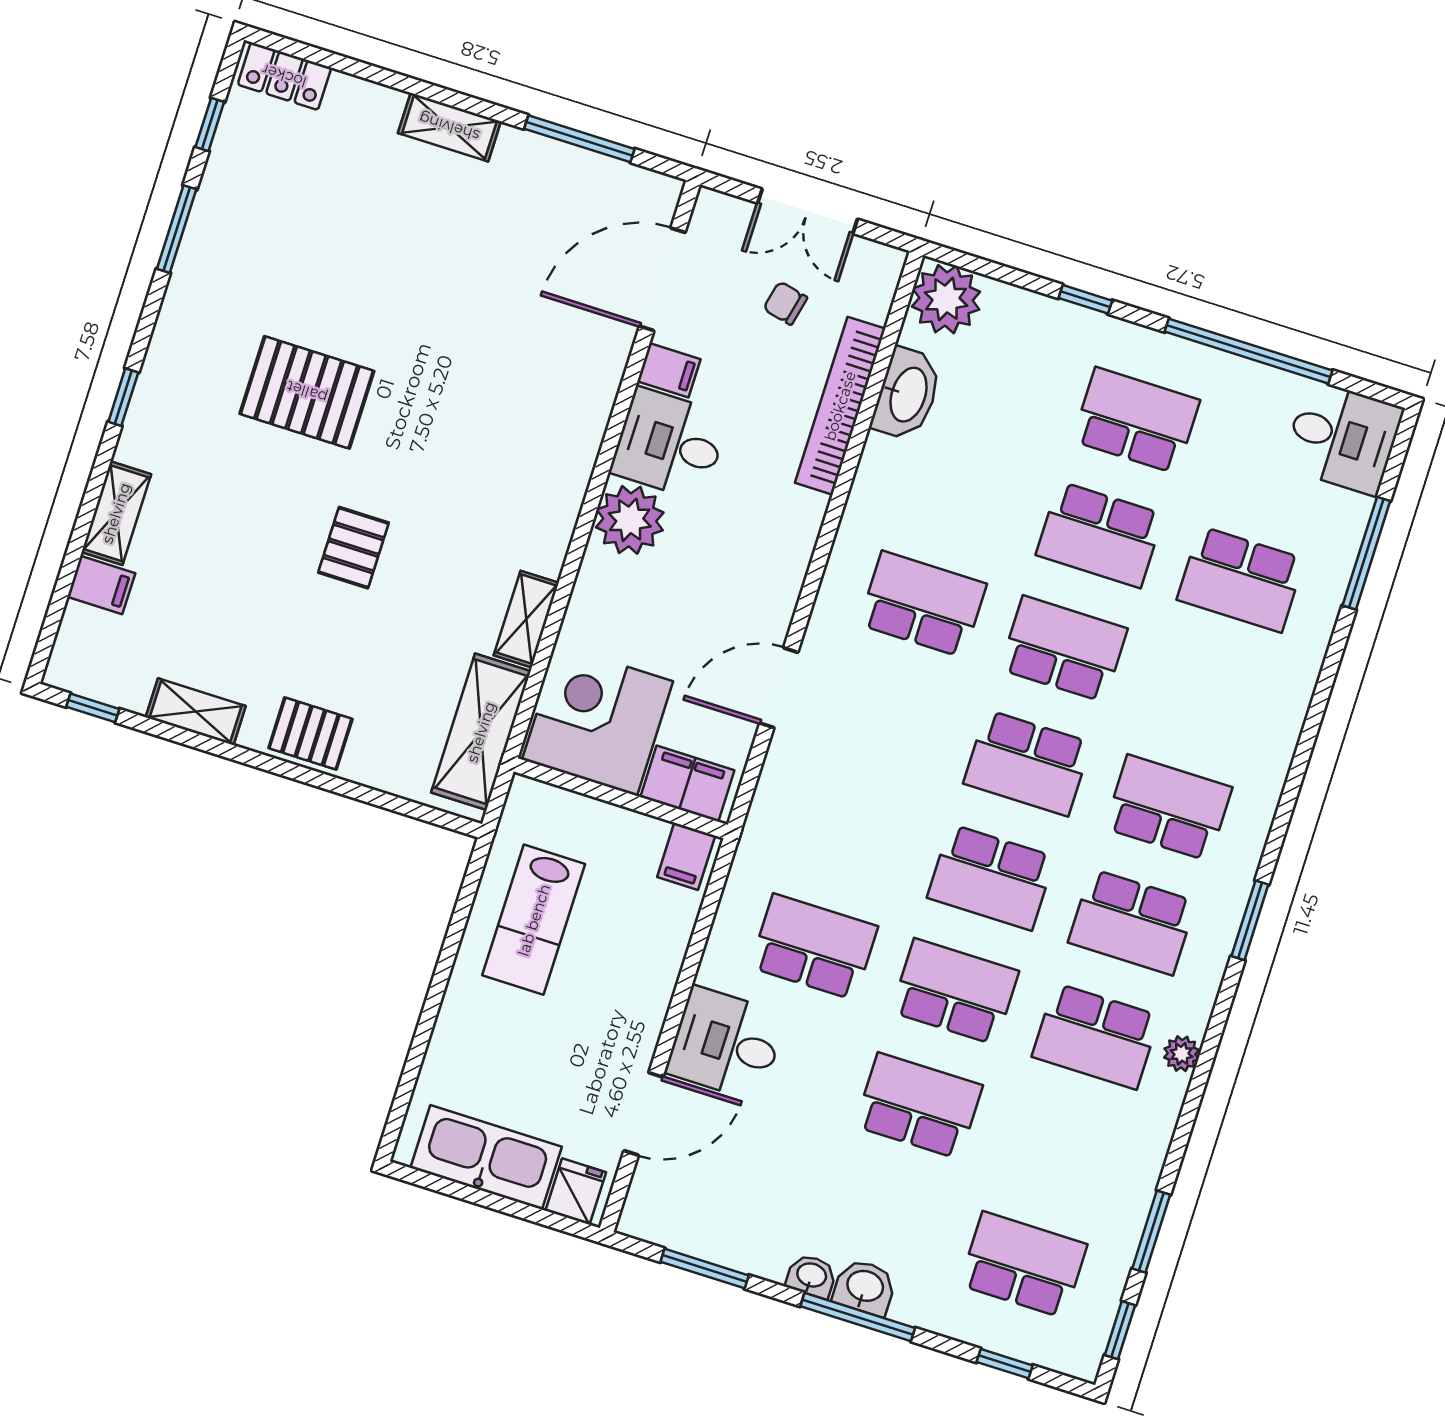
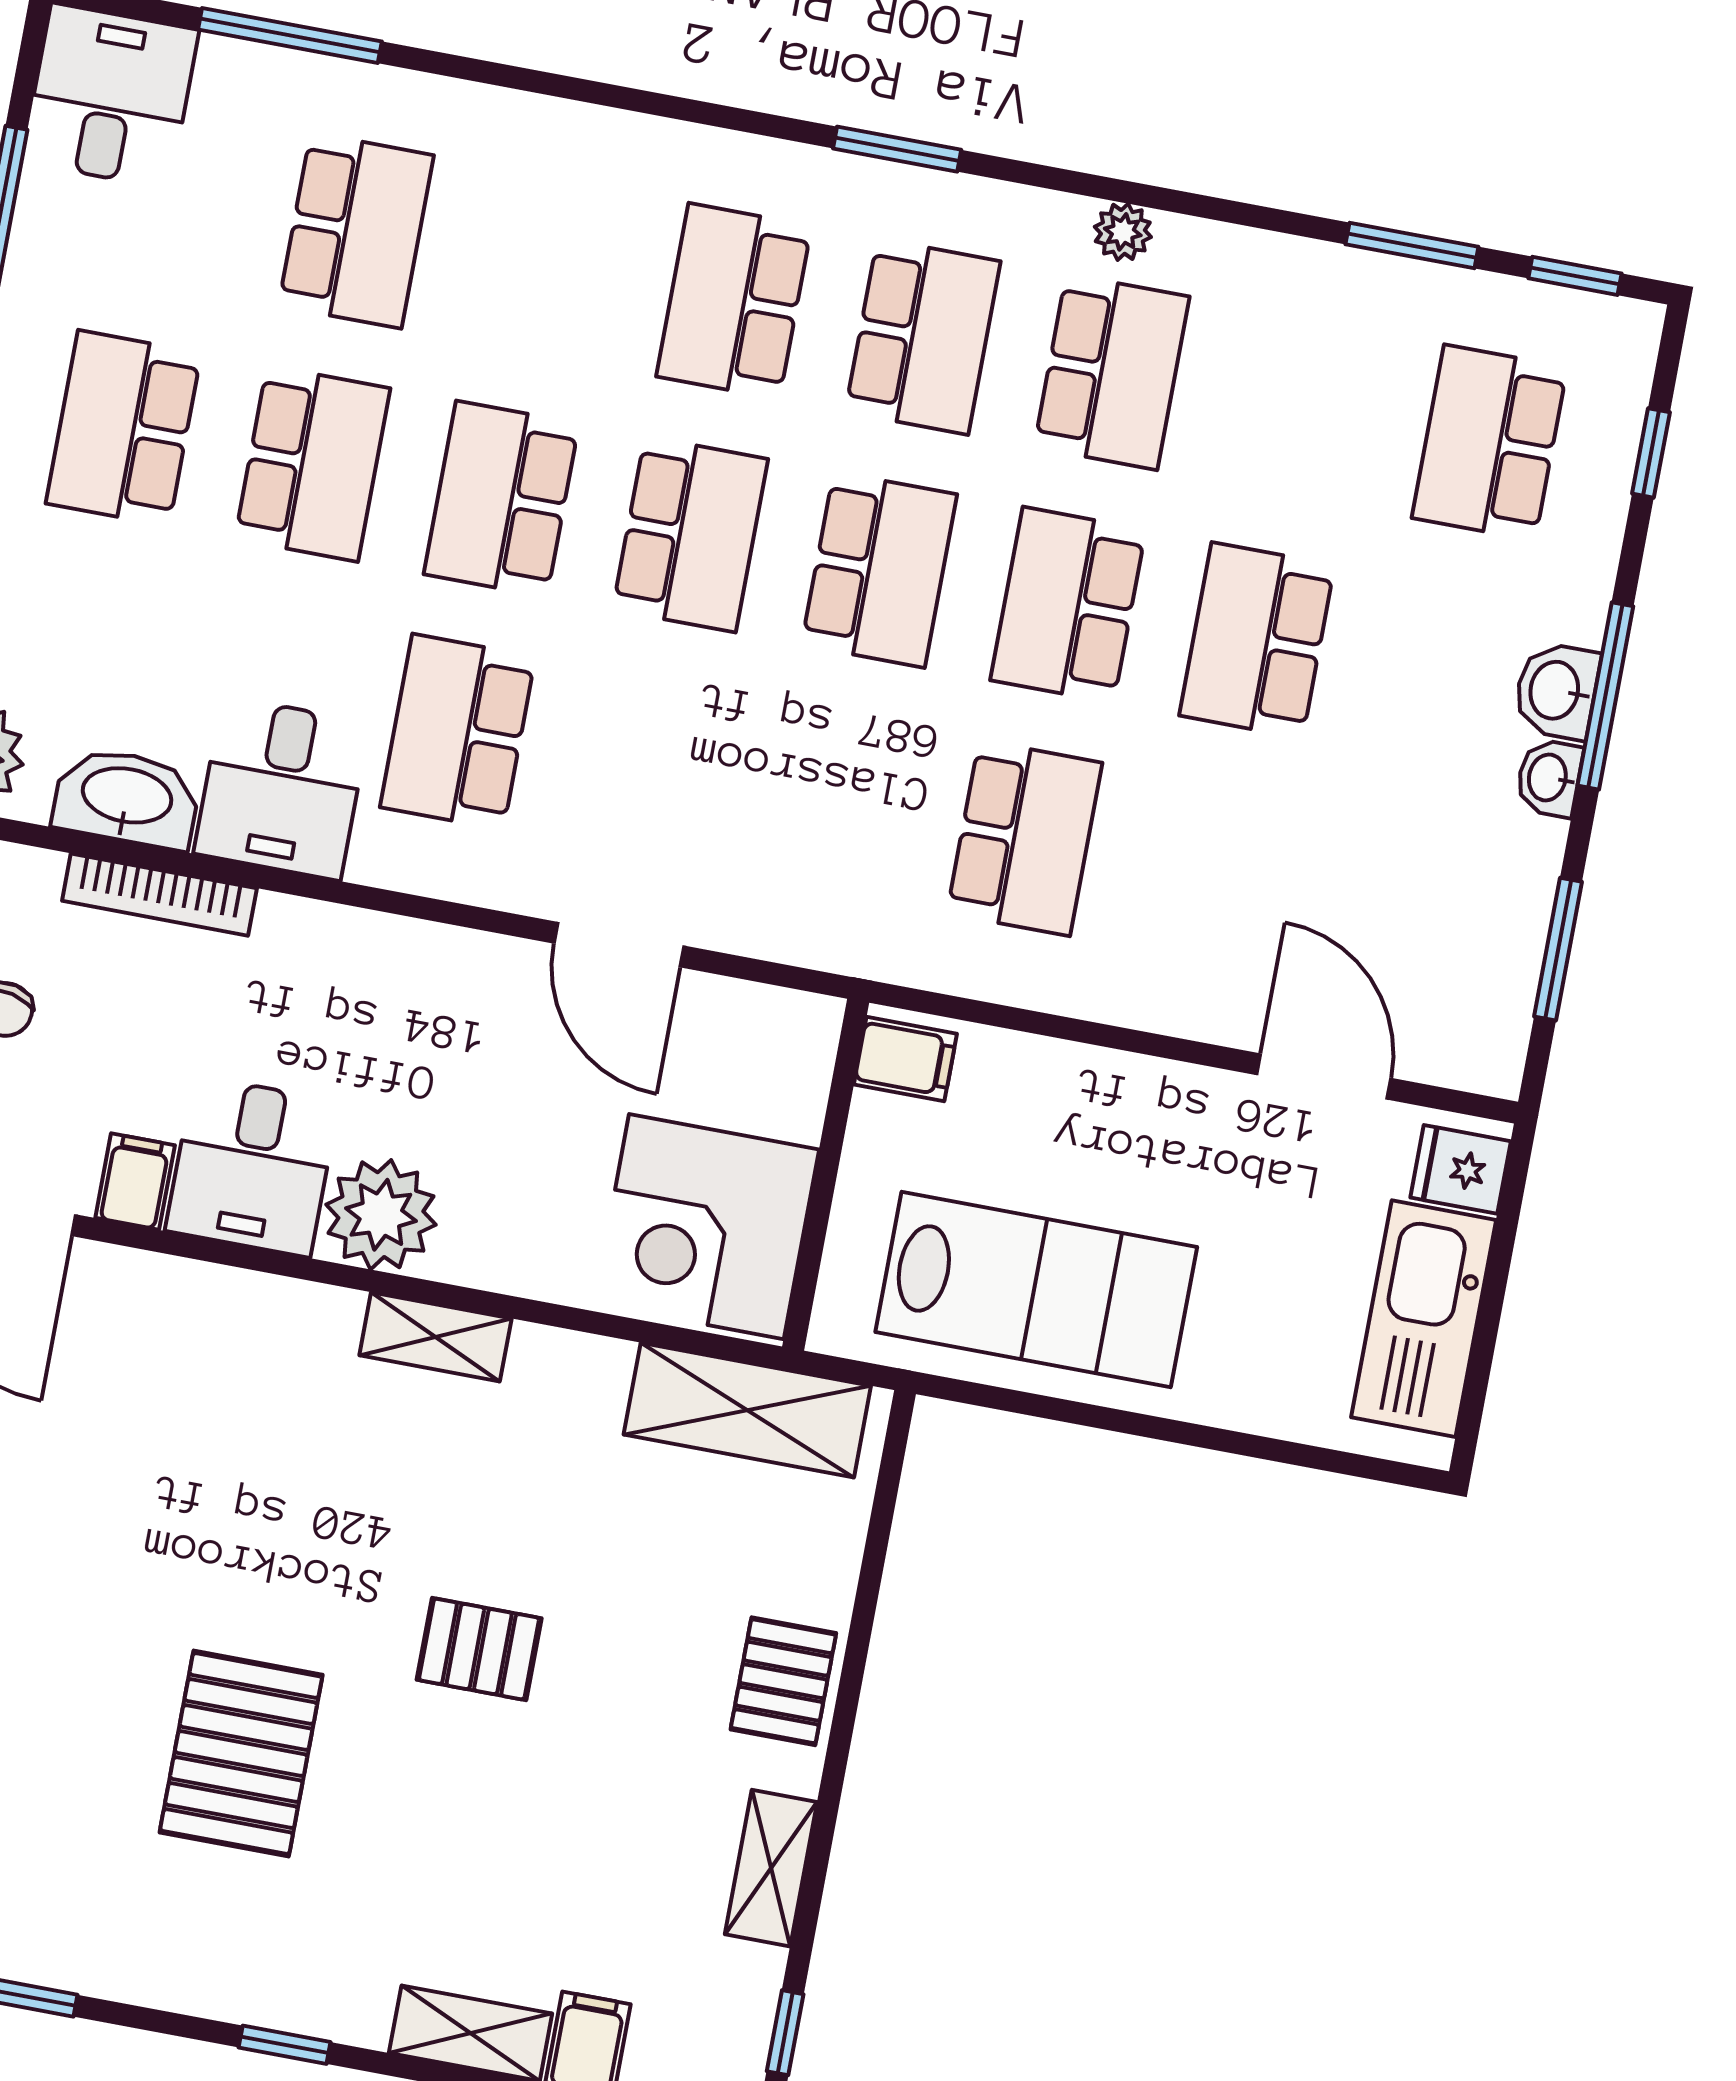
bookcase: (840, 406) -> (159, 895), width x0.68, depth x0.76
shelving: (526, 619) -> (435, 1337), moved
filing cabinet: (687, 784) -> (789, 1071), removed
lab bench: (534, 920) -> (1036, 1290), width x1.36, depth x1.39
school desk: (814, 947) -> (1024, 838), turned 180
desk: (726, 1044) -> (282, 788), moved

